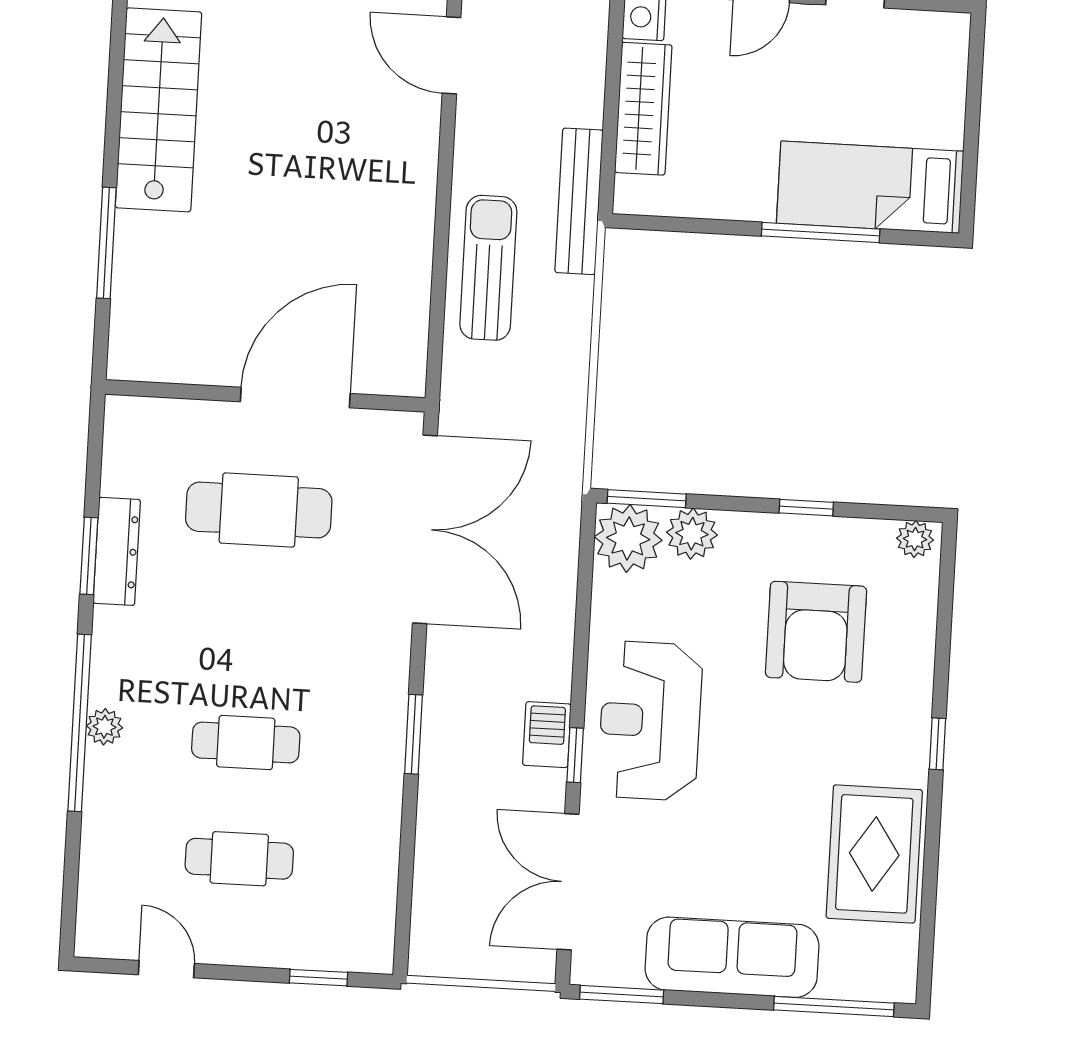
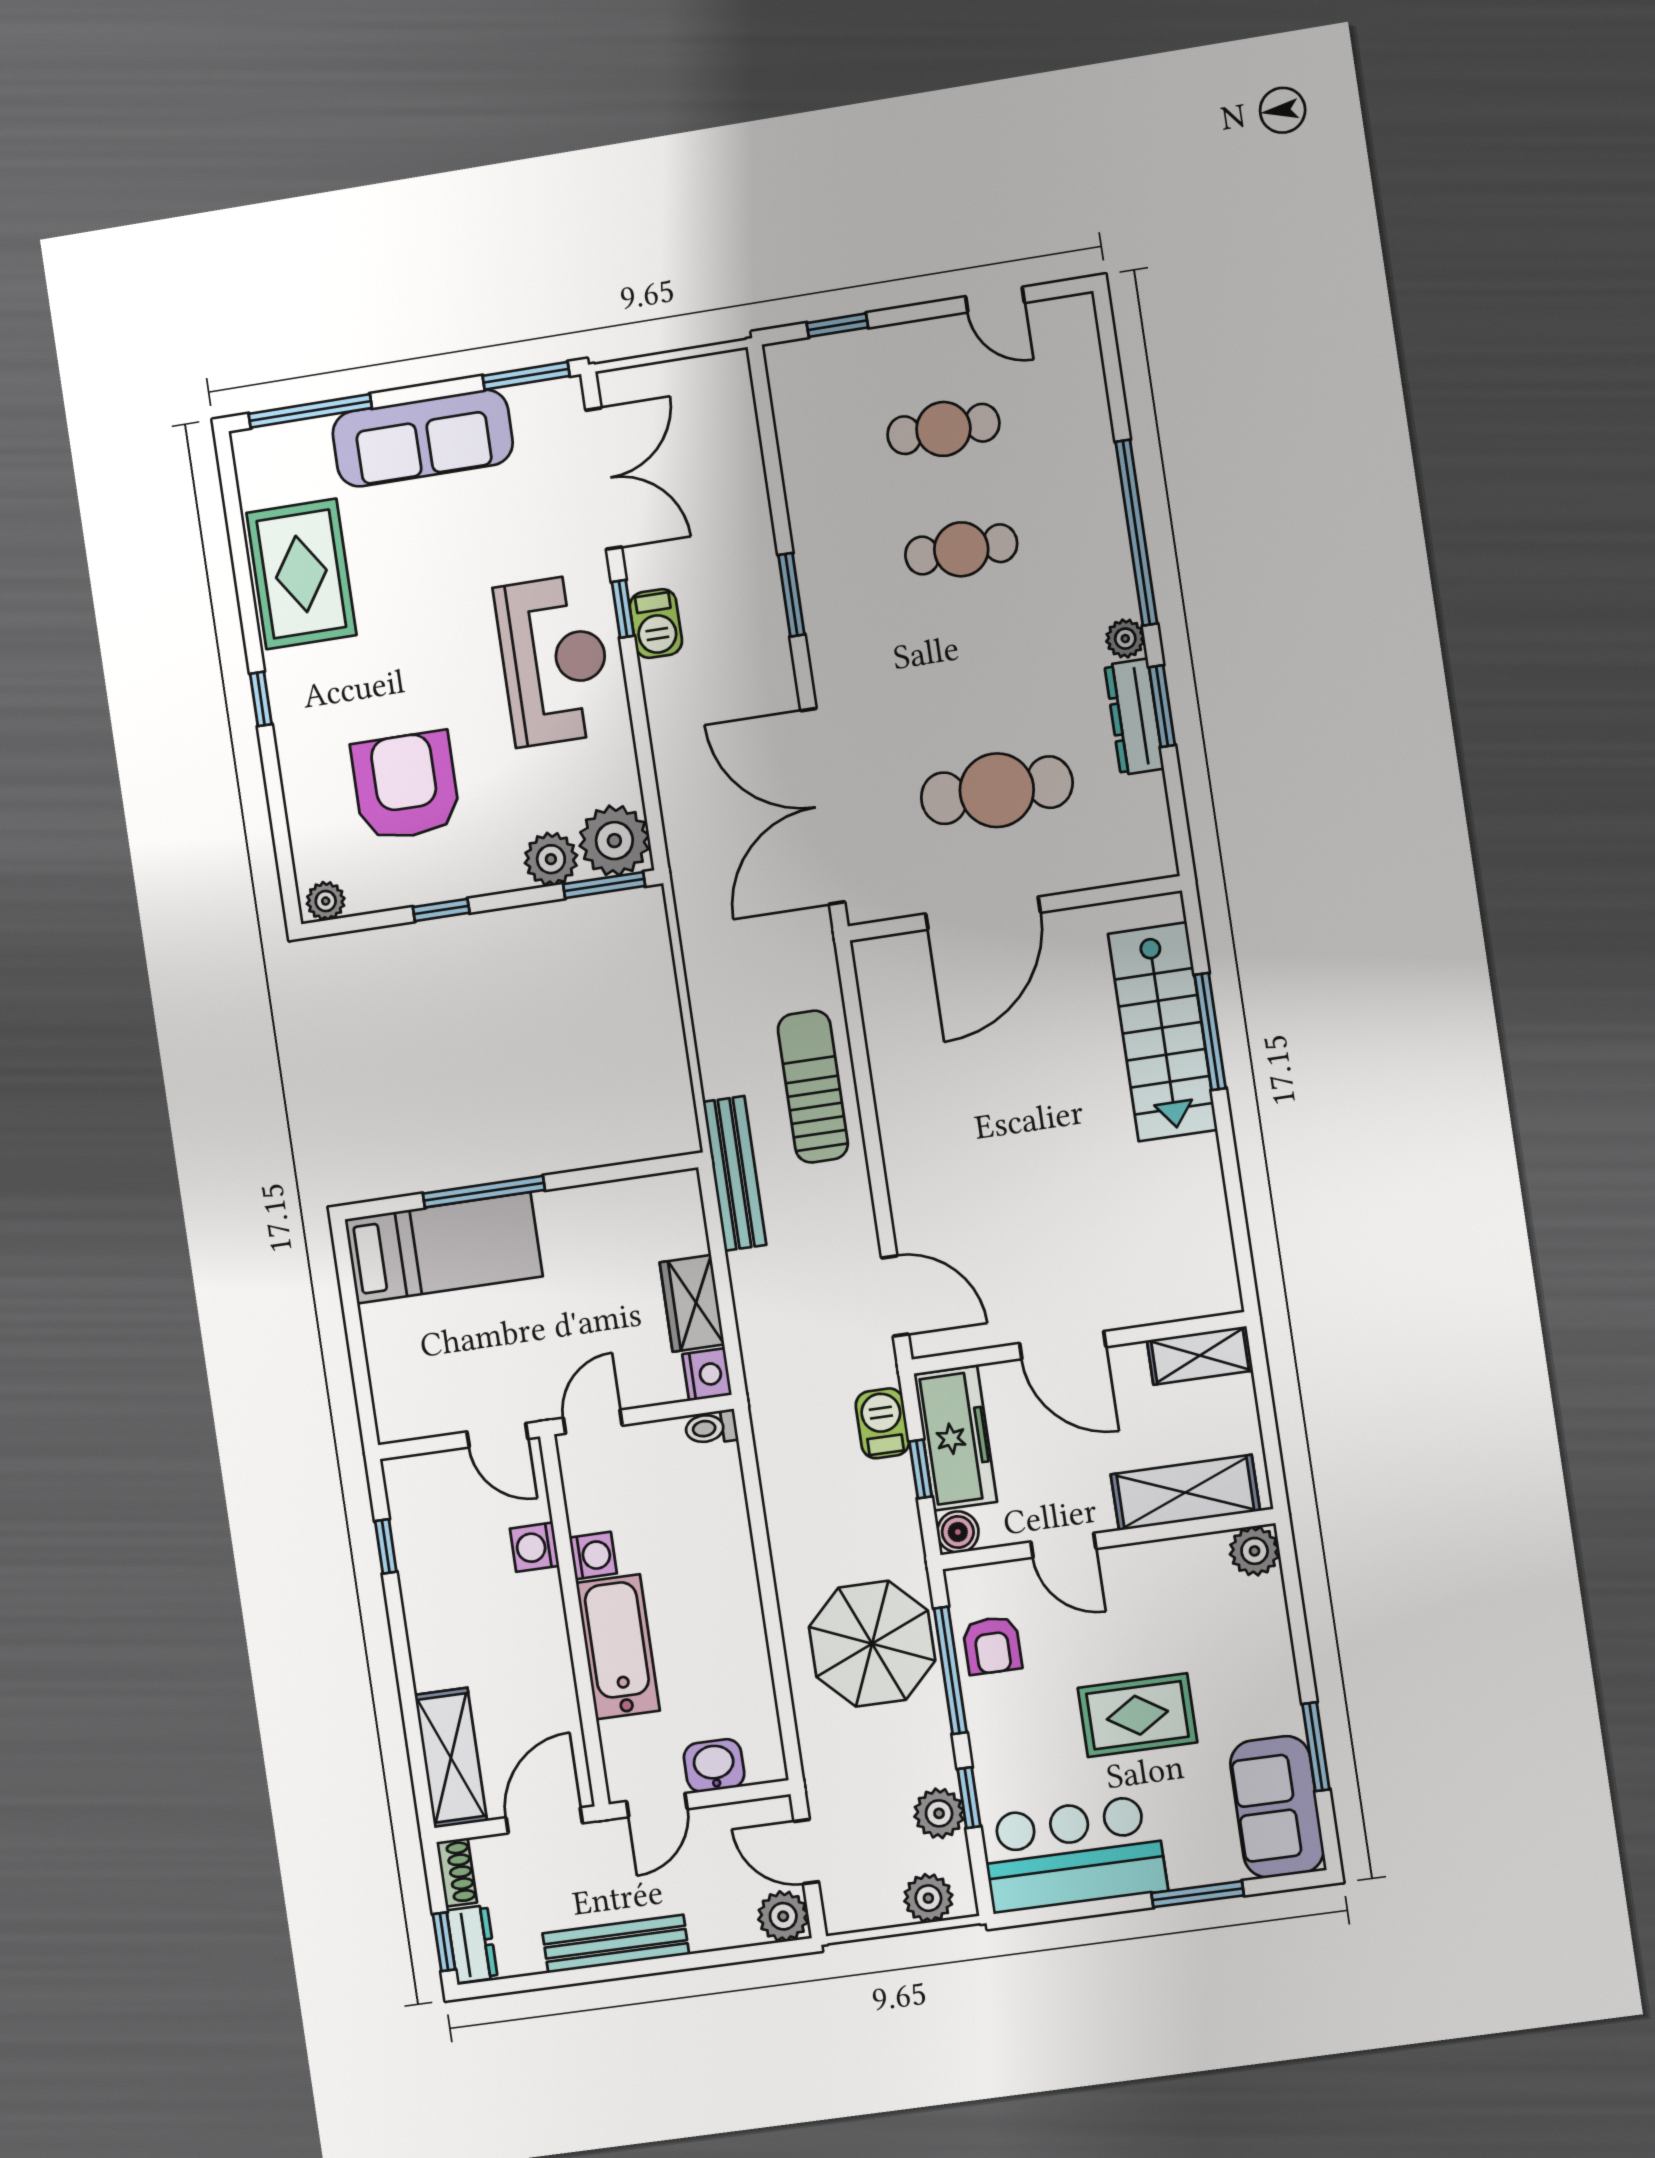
wardrobe: (643, 109) -> (692, 1303), width x0.67
stairs: (158, 110) -> (1163, 1032), moved
sun lounger: (488, 268) -> (813, 1087), turned 180
plant: (104, 727) -> (1125, 639), moved

